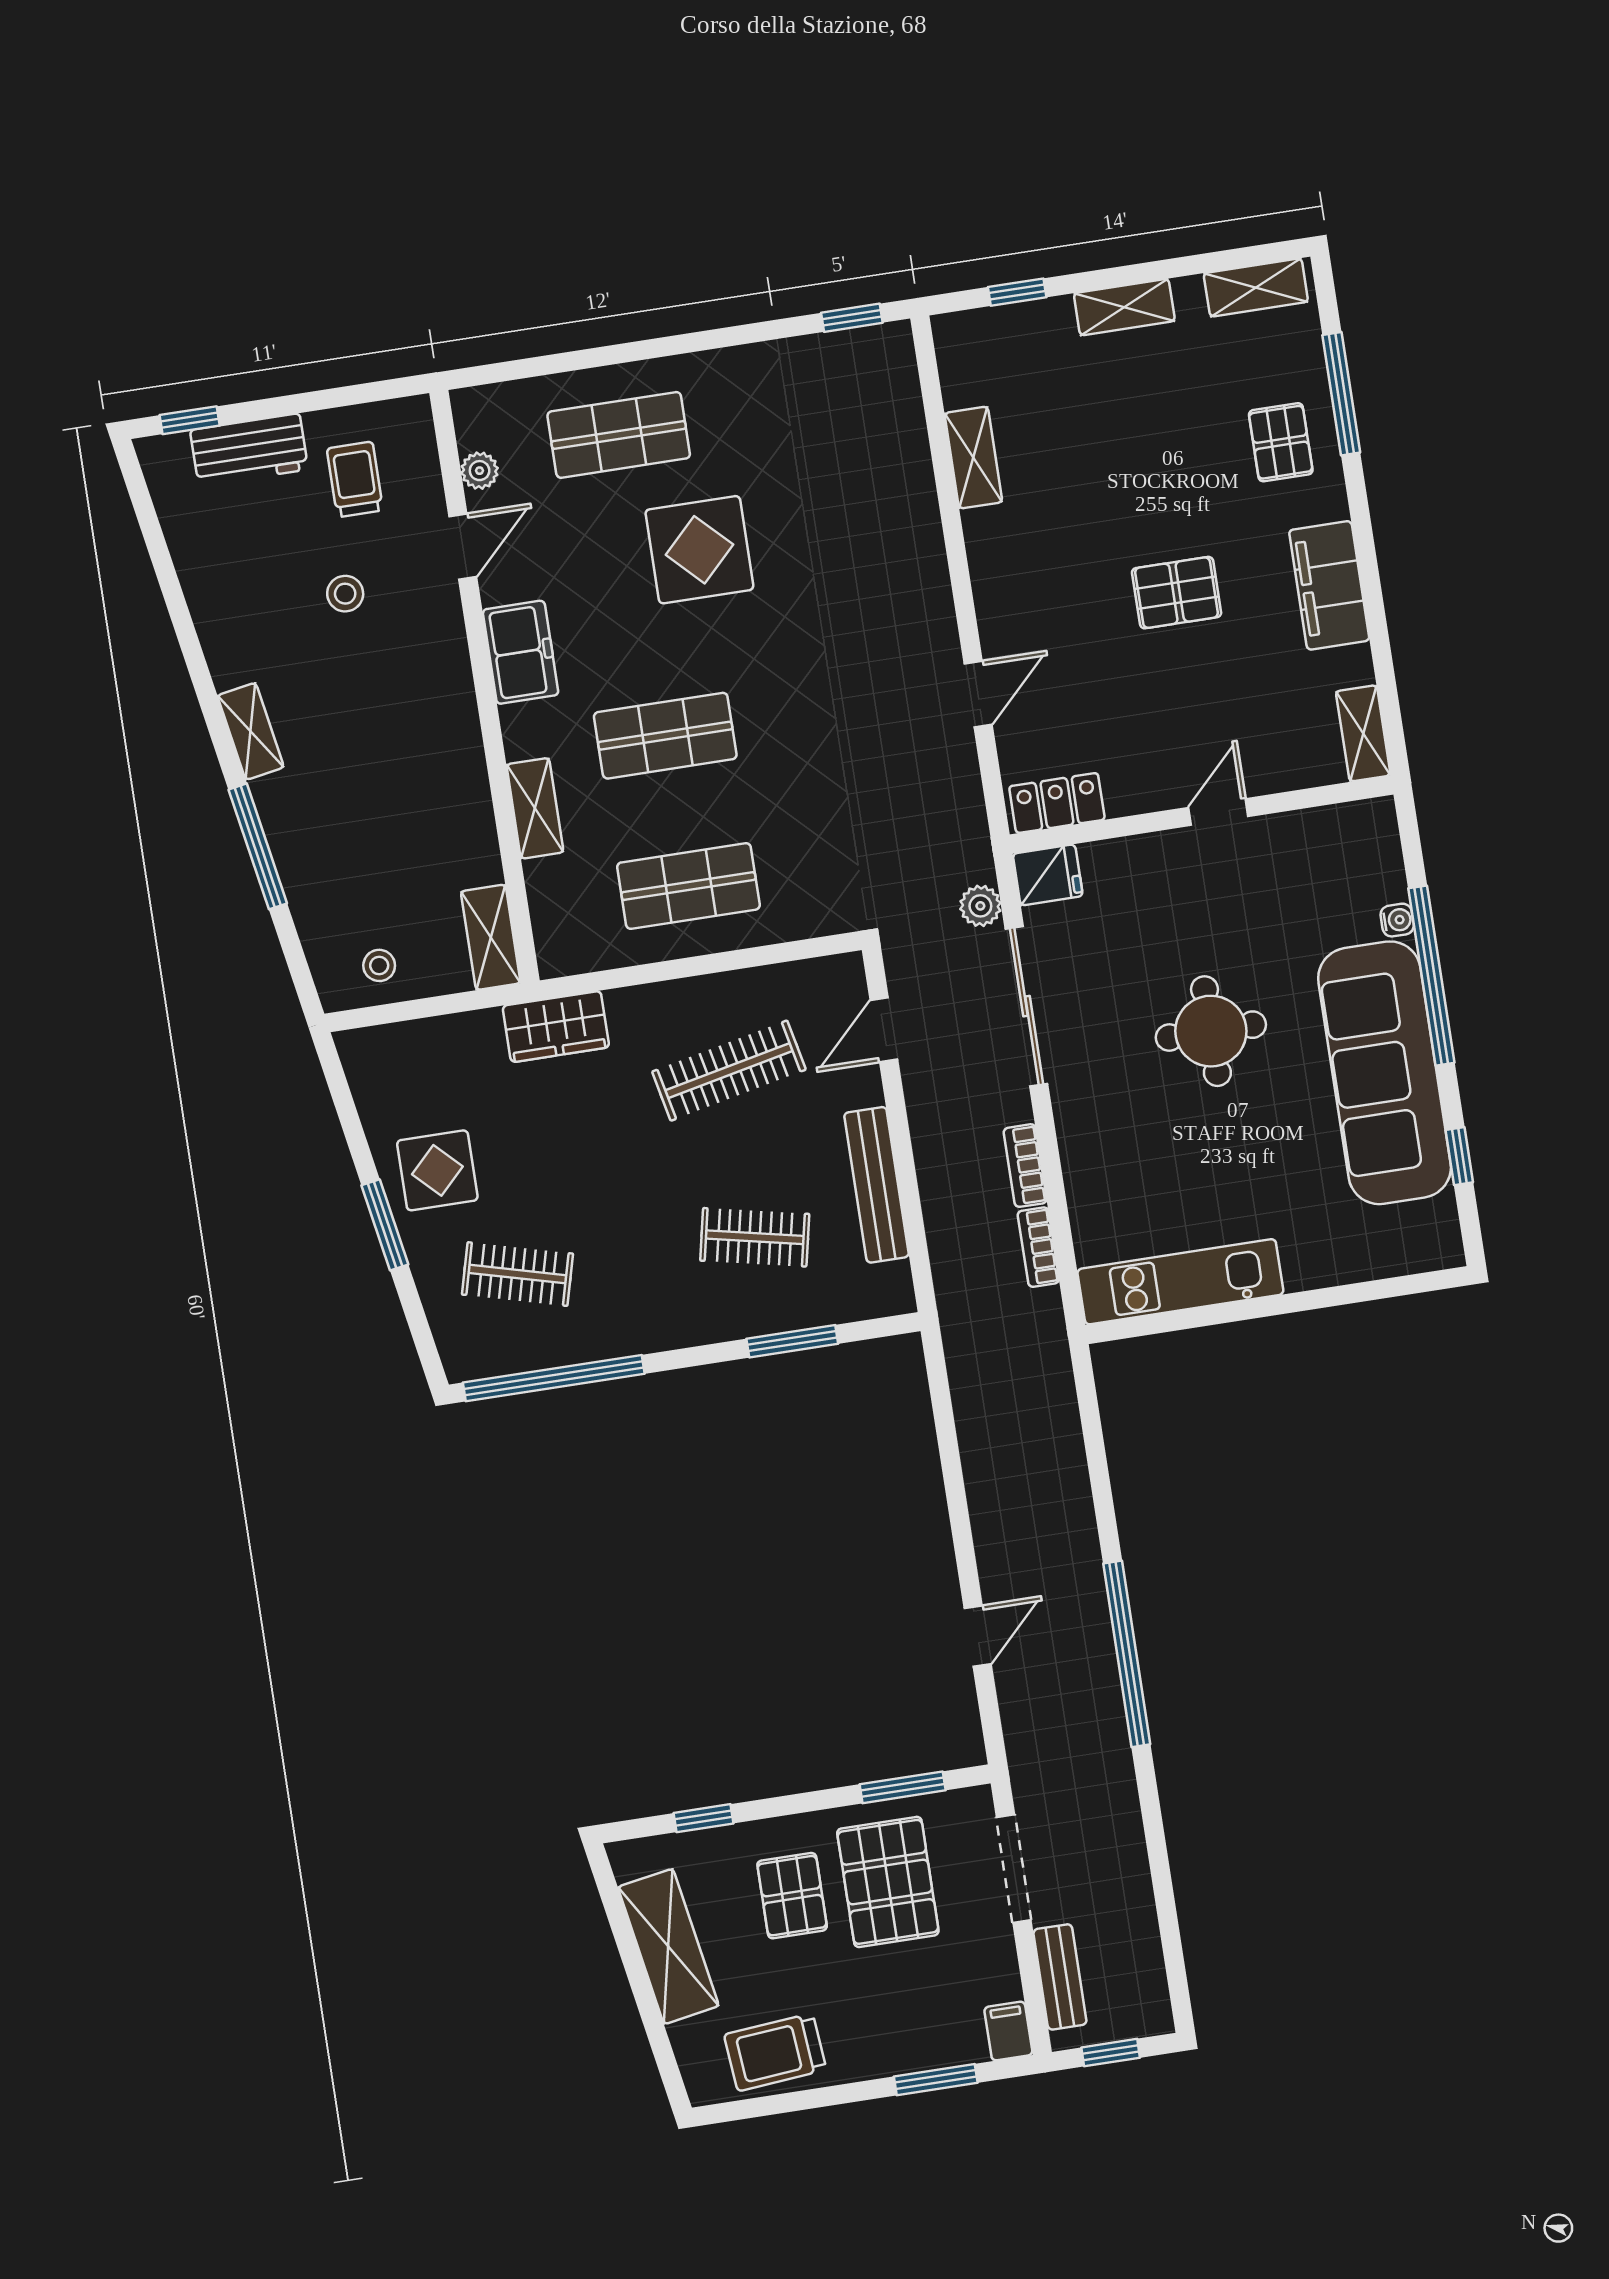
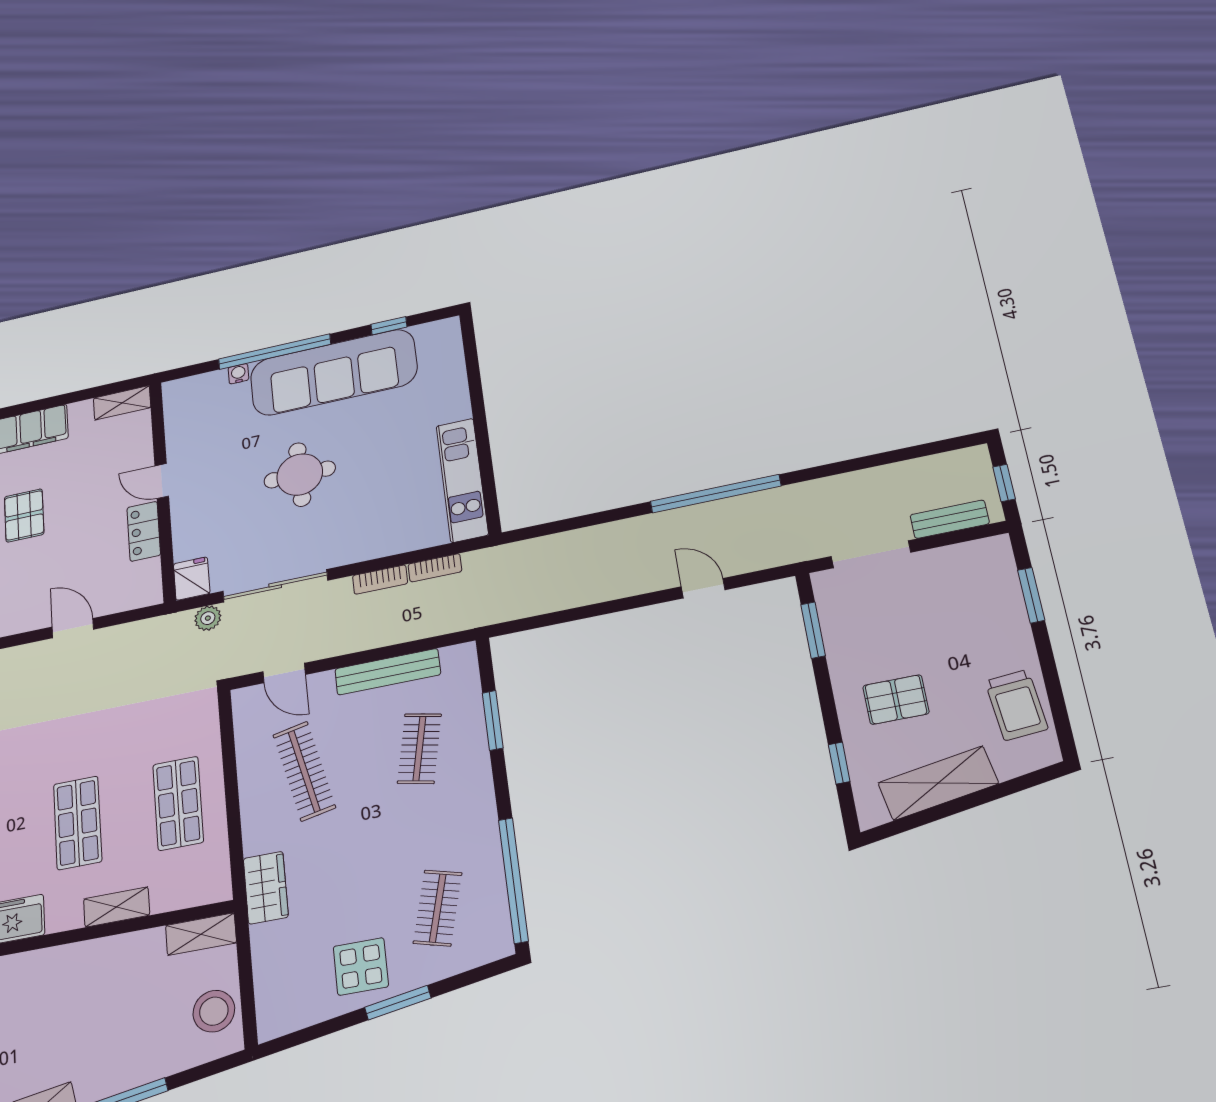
locker: (1057, 803) -> (144, 531), moved
stool: (379, 965) -> (214, 1011), width x1.89, depth x1.89
pallet: (888, 1882) -> (883, 636), removed
filing cabinet: (1008, 2031) -> (992, 550), removed

